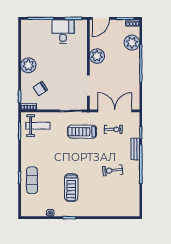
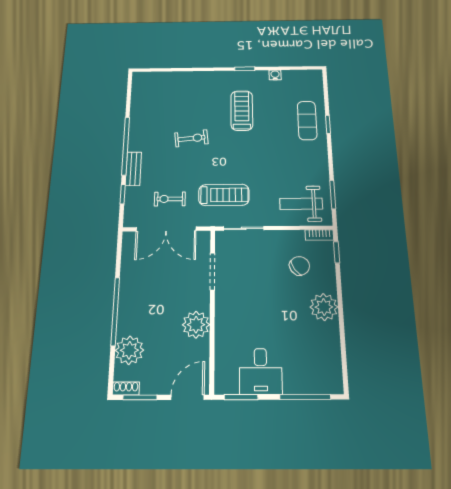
exercise bike: (113, 170) -> (191, 138), moved

